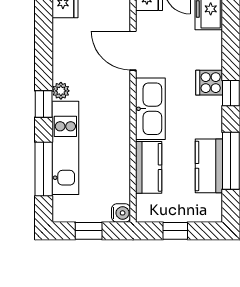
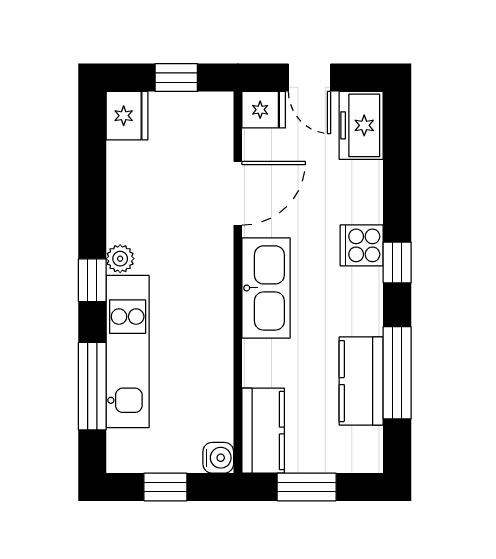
door: (133, 51) -> (238, 193), swing flipped
kitchen counter: (149, 167) -> (263, 431), moved
window: (175, 231) -> (307, 487), width x1.50

